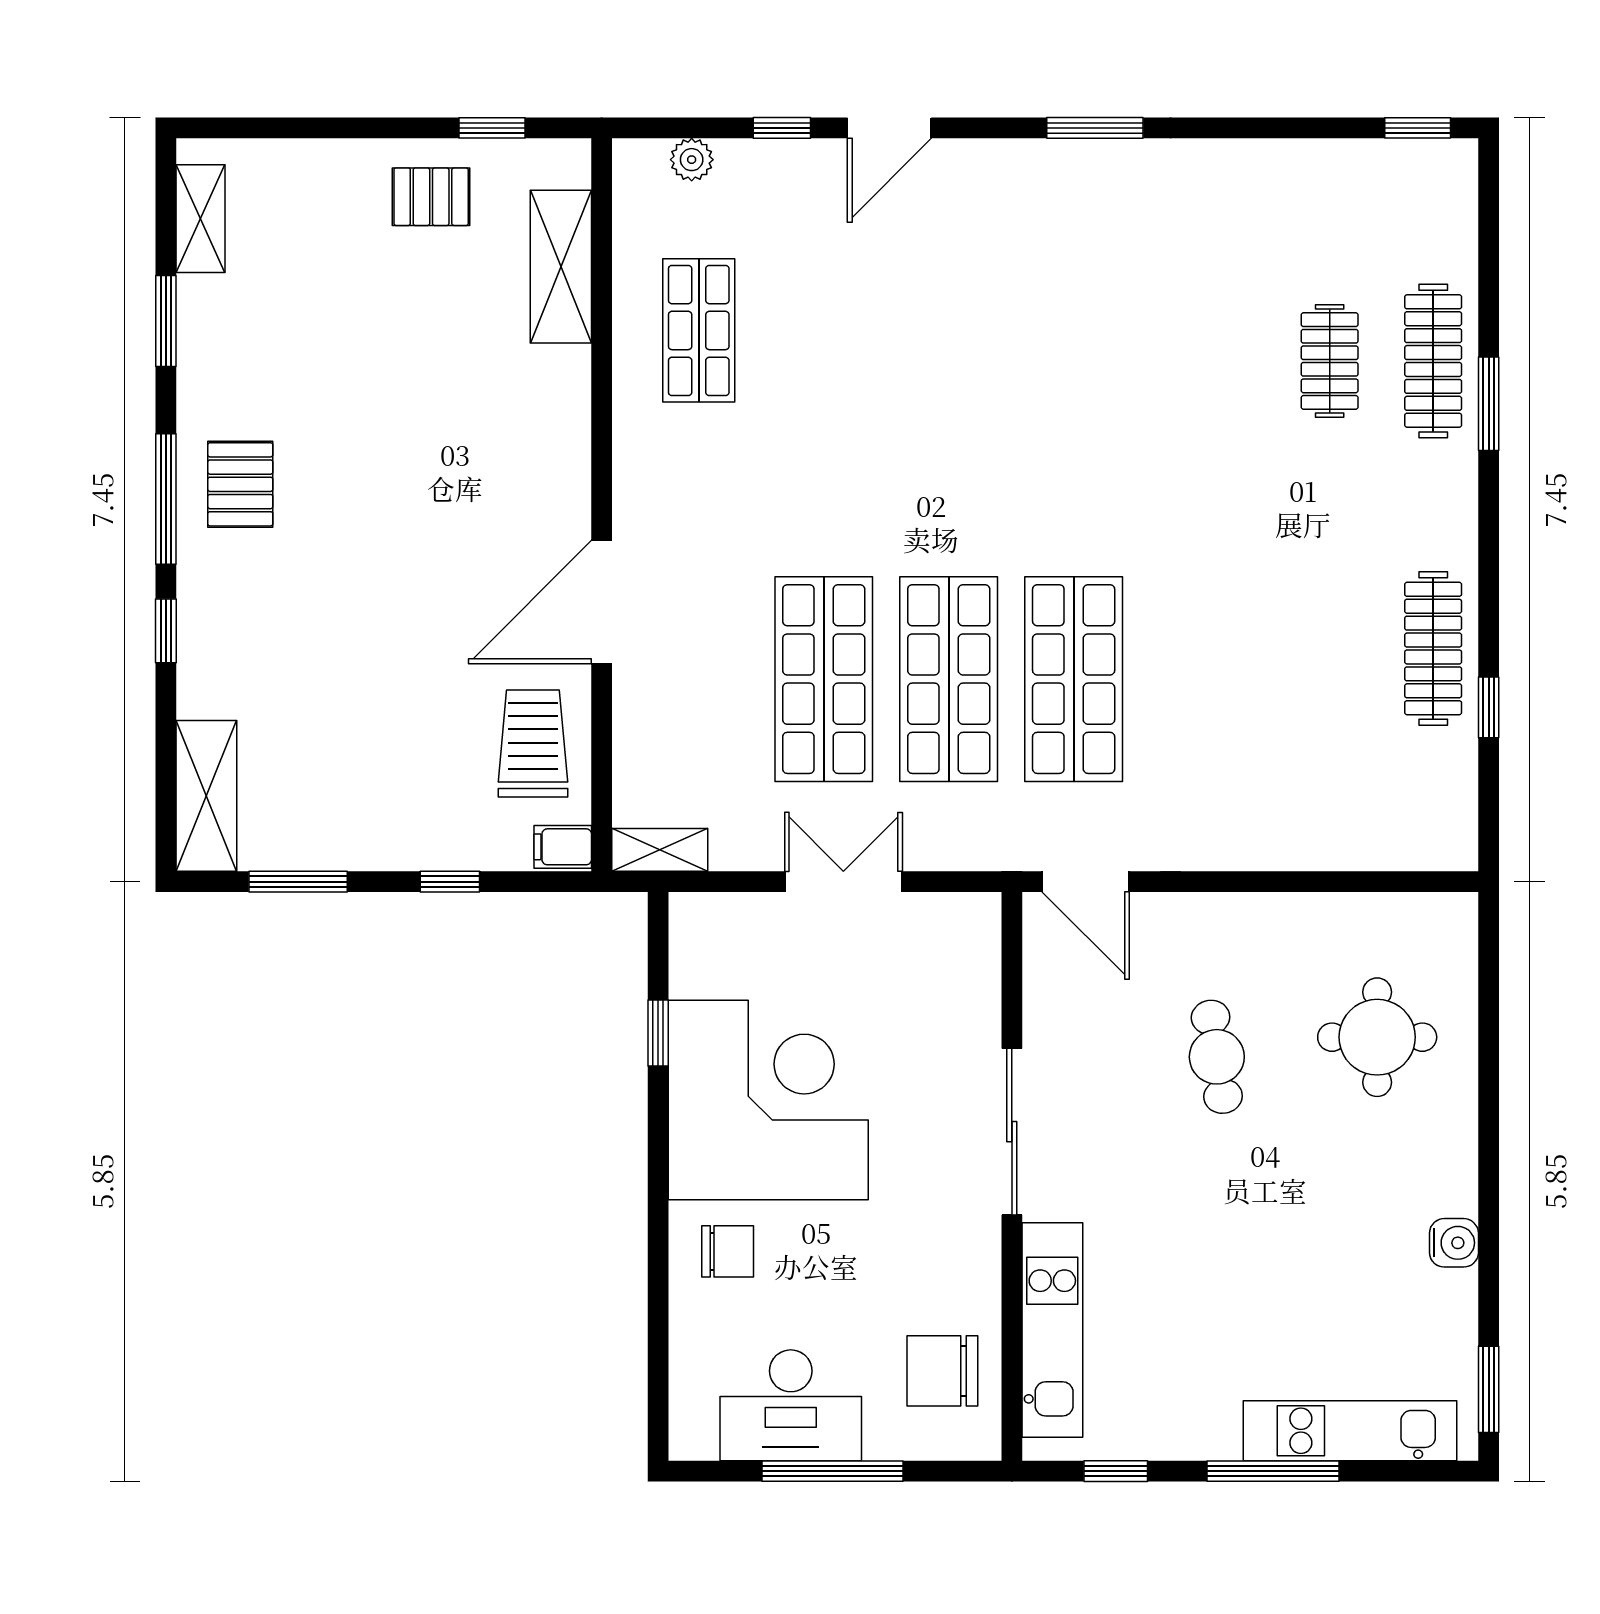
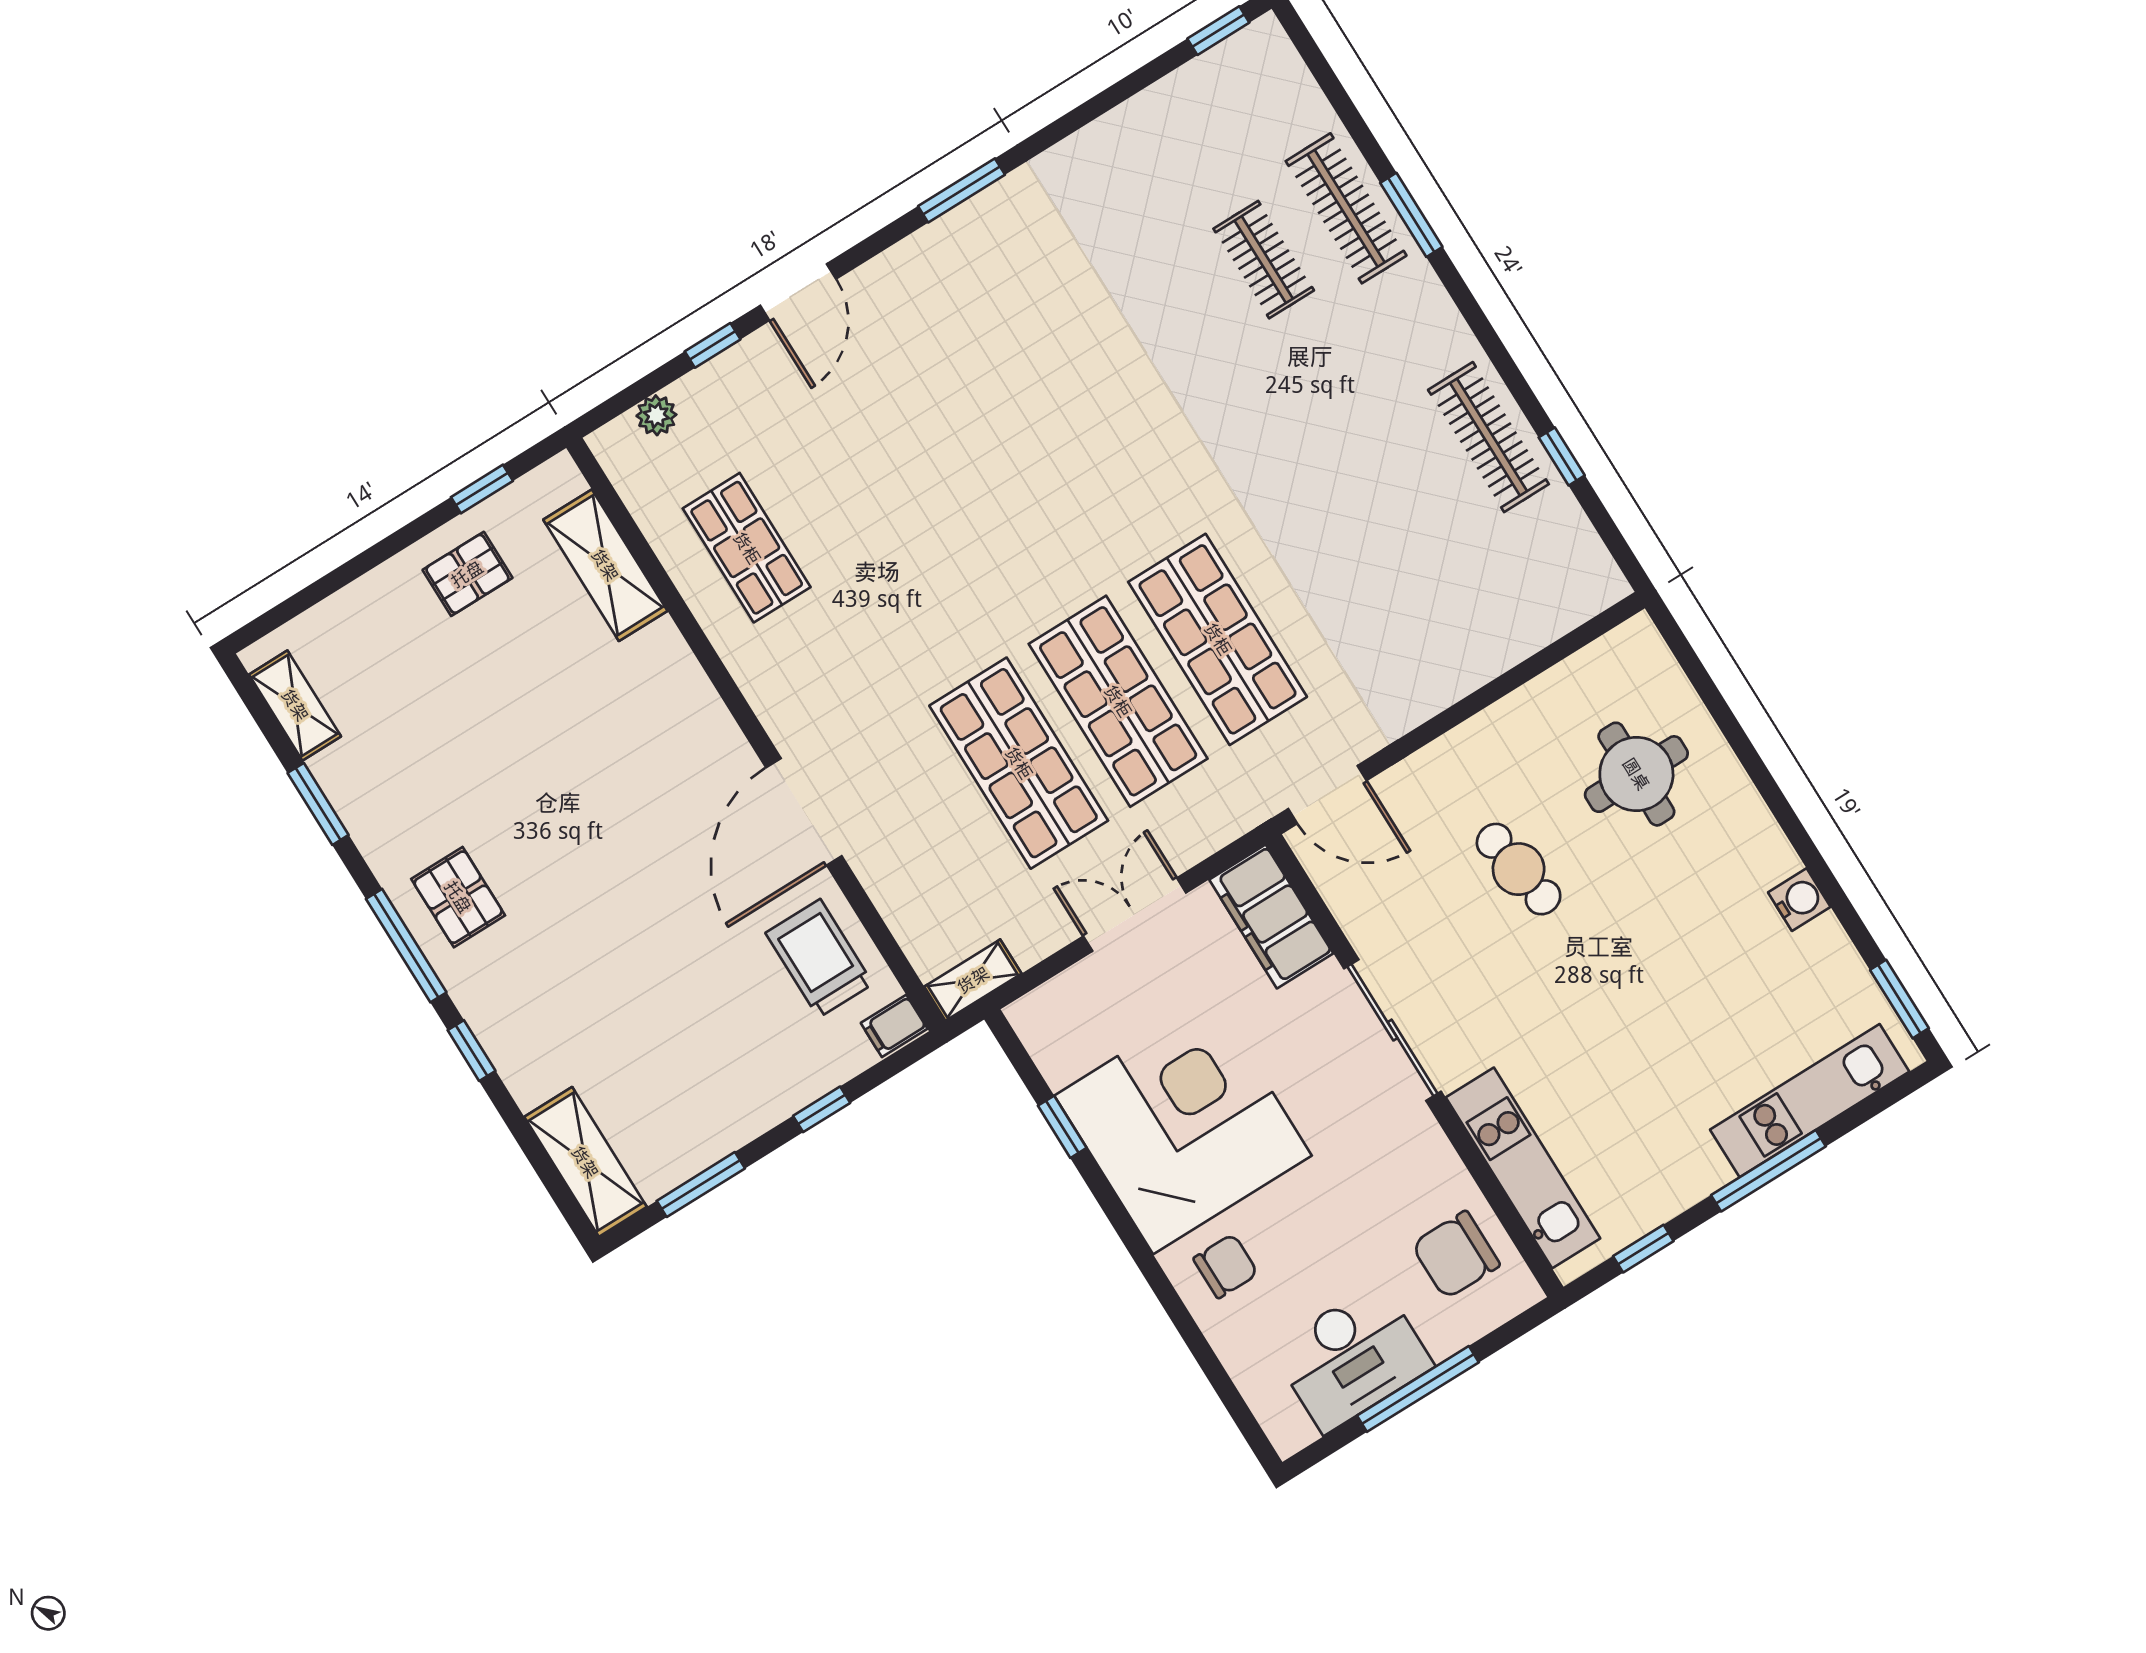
filing cabinet: (966, 960) -> (1271, 916), added

